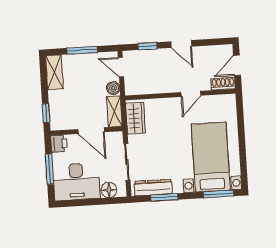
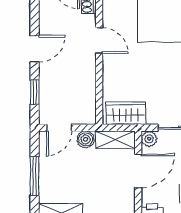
plant: (117, 138) -> (149, 139), added

